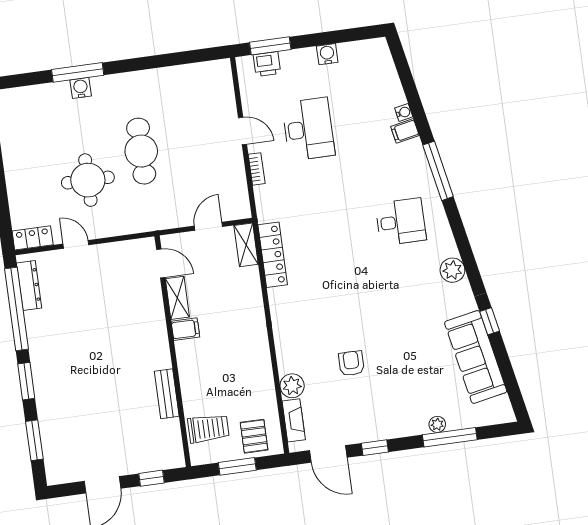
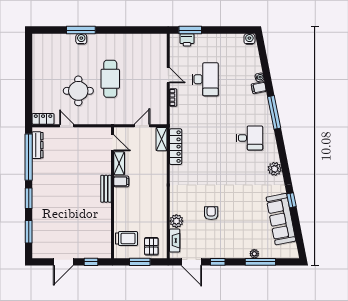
water cooler: (327, 54) -> (249, 39), moved
bench: (167, 394) -> (106, 189), moved

